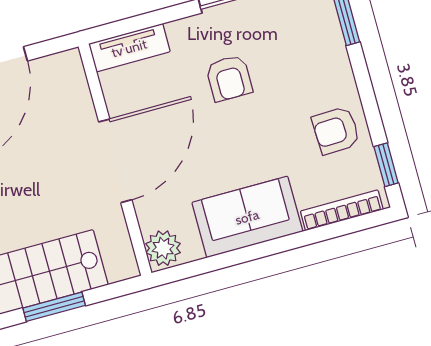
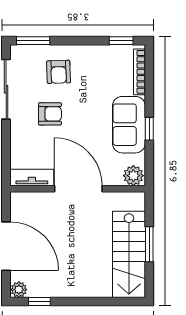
tv unit: (129, 48) -> (32, 177), moved, turned -90
armchair: (336, 130) -> (59, 72), moved
window: (250, 253) -> (149, 129), added

